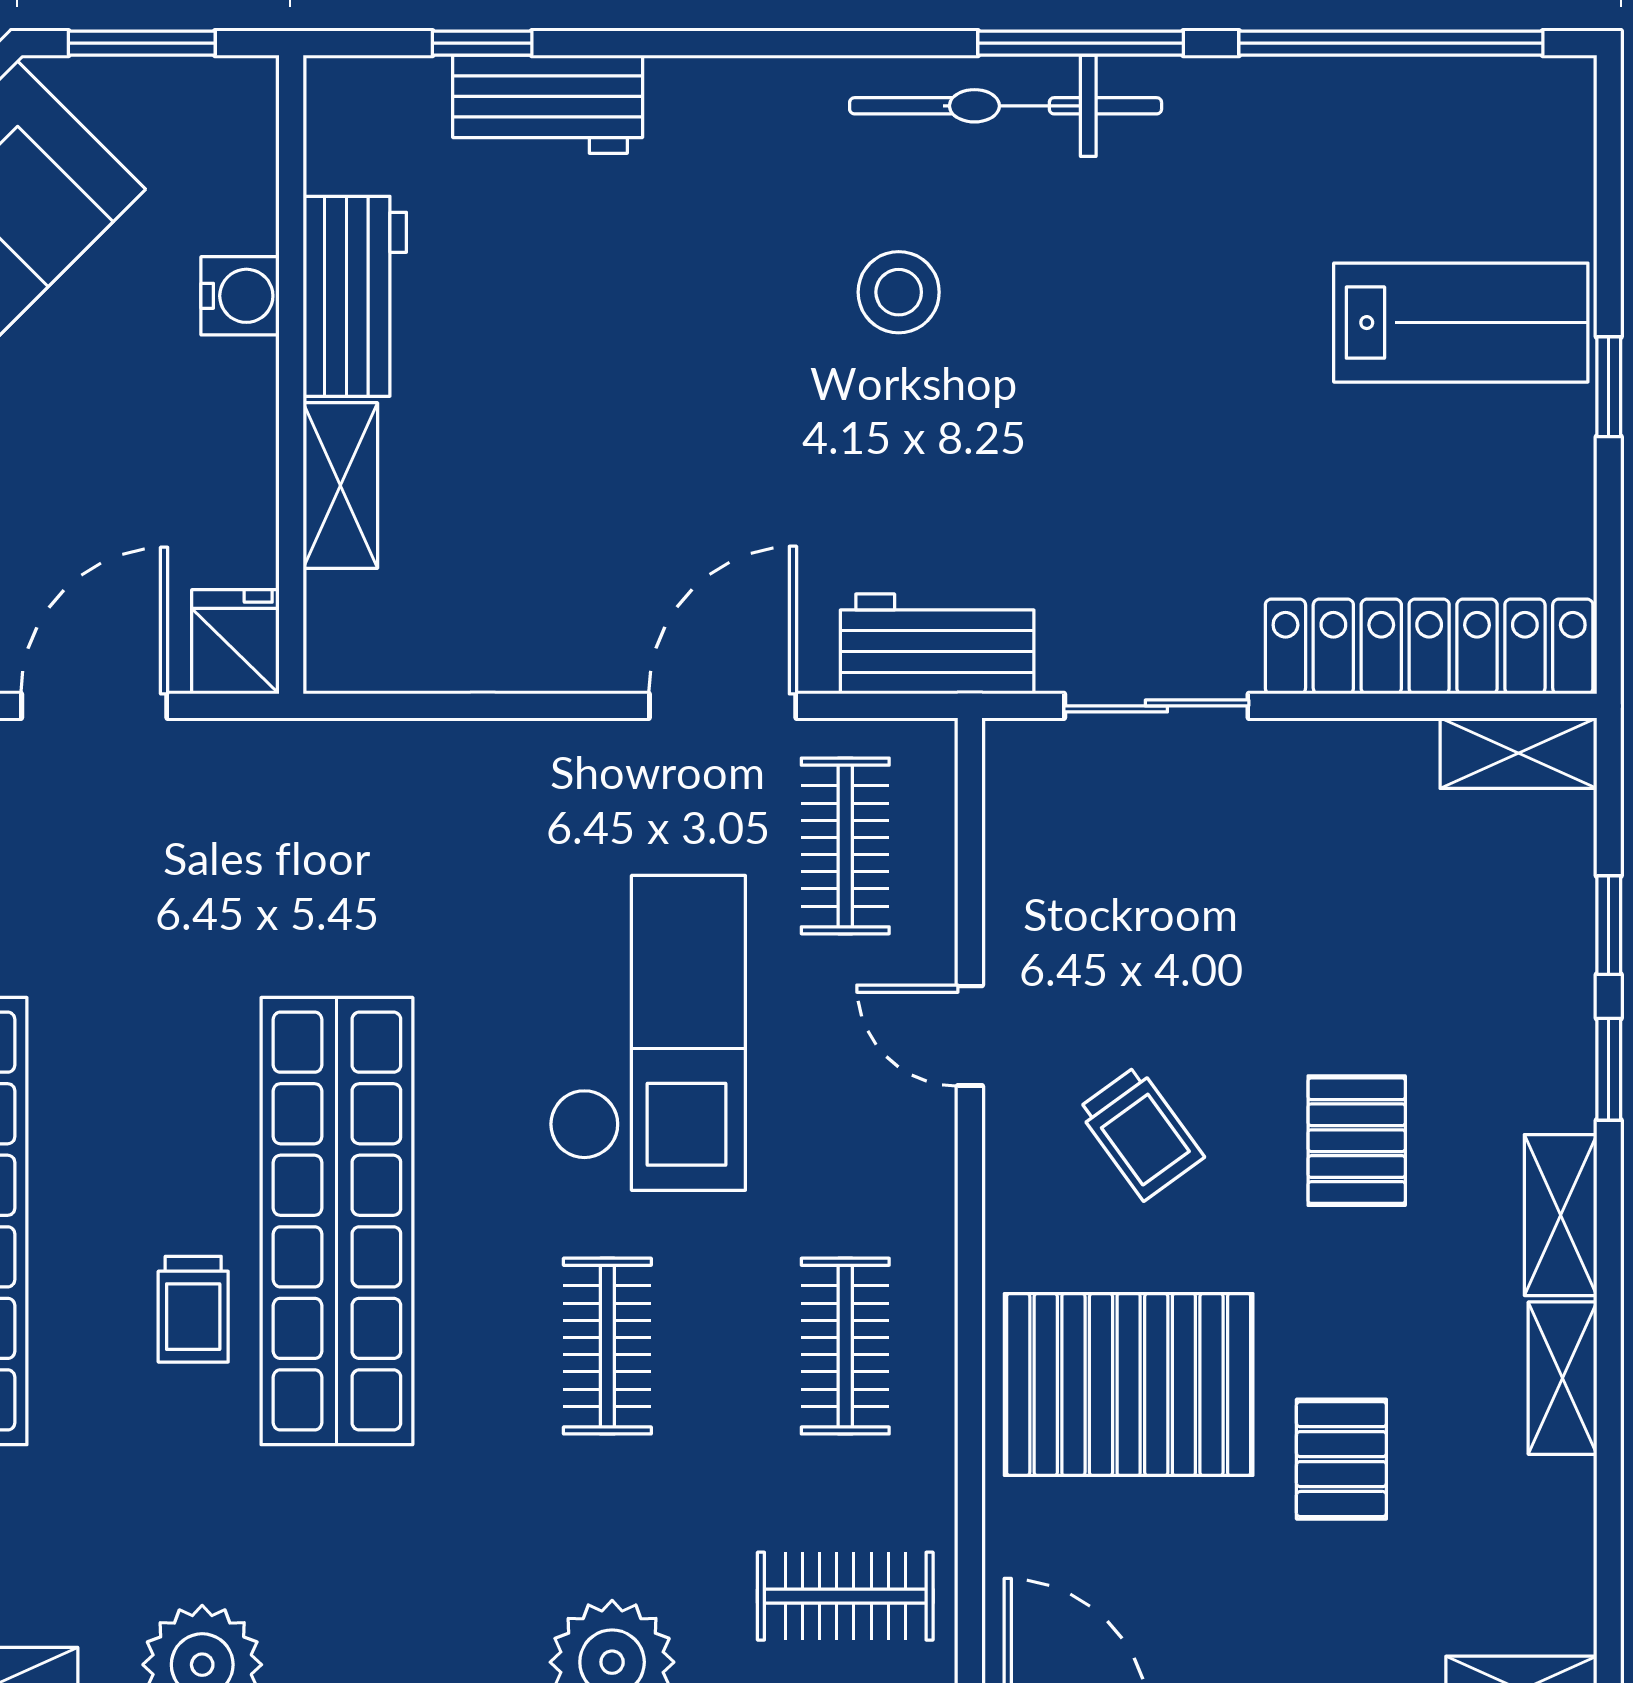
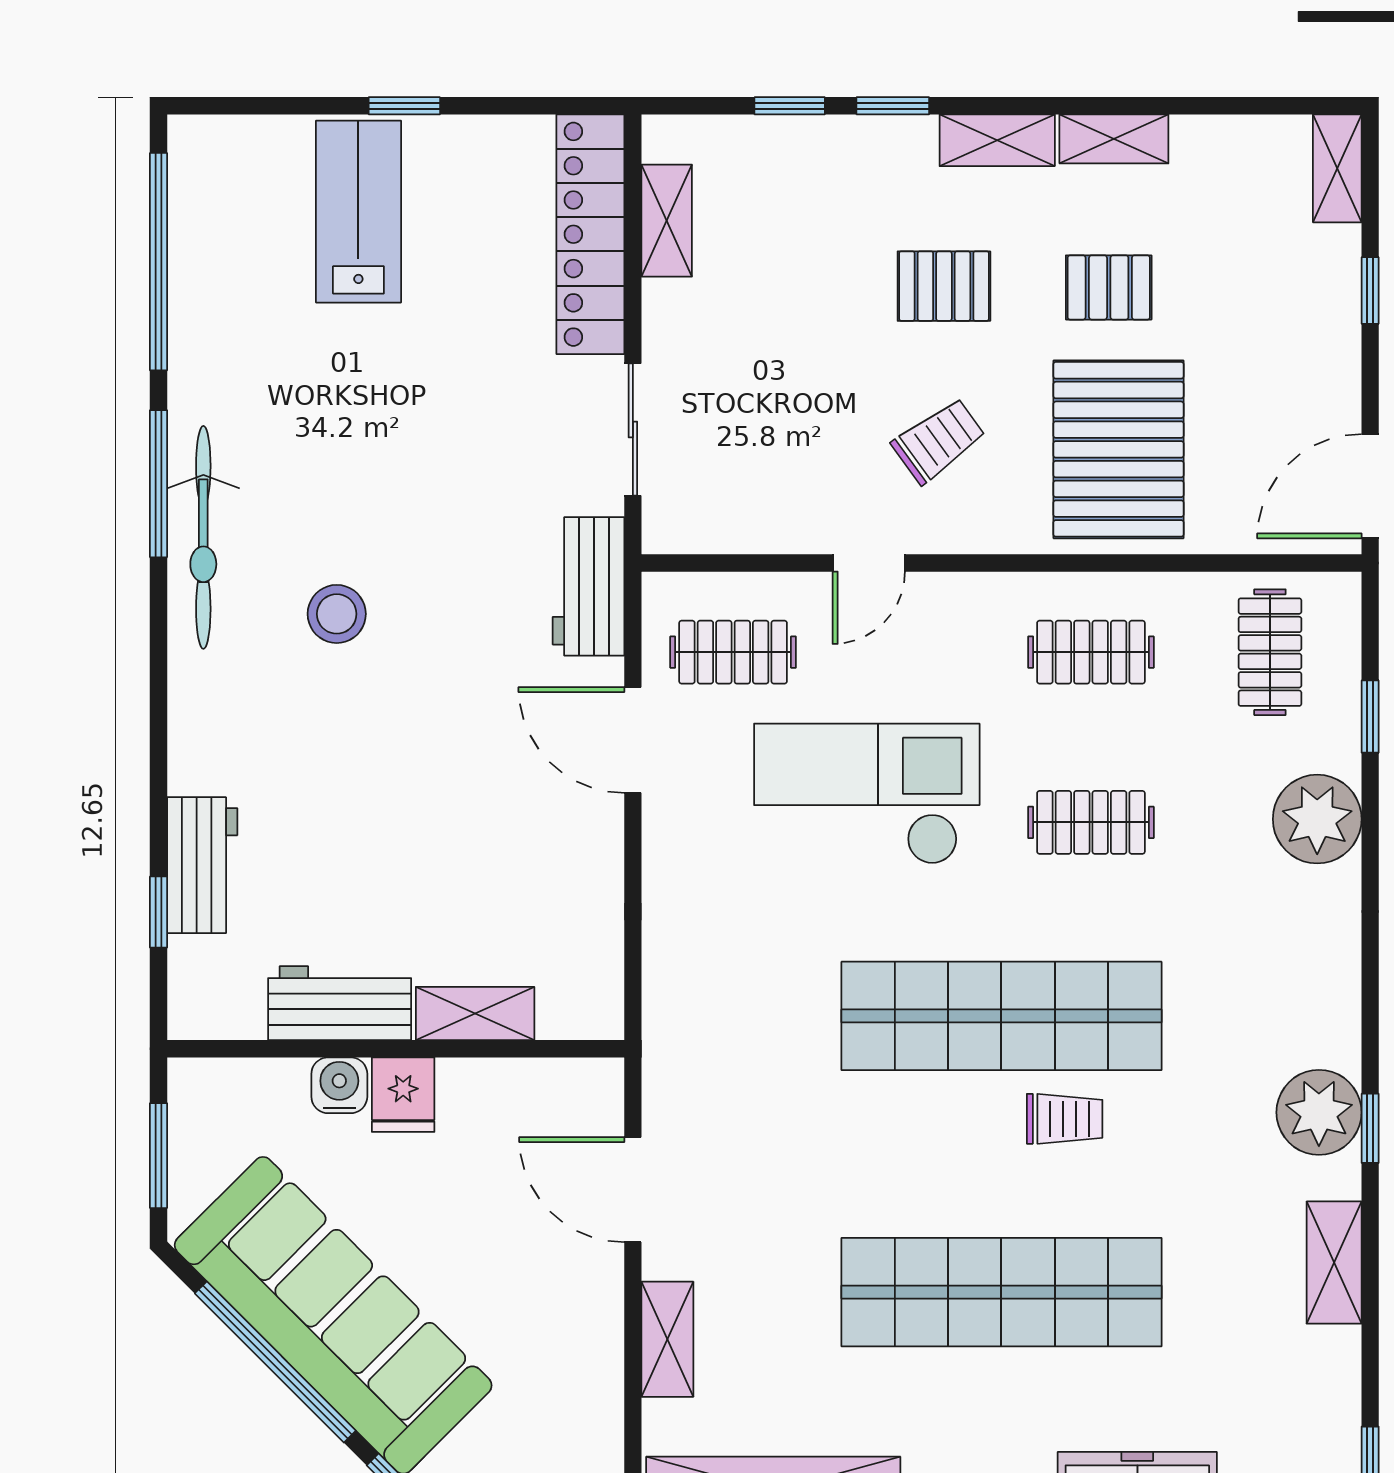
fridge: (235, 642) -> (403, 1095), moved, turned -90
shelving: (1518, 753) -> (667, 221), moved
pallet: (1341, 1459) -> (1109, 287), moved

